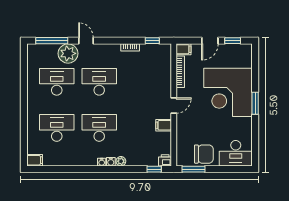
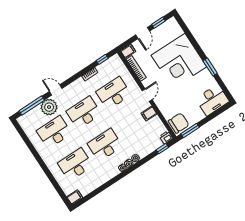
desk: (142, 82) -> (114, 93), added
window: (255, 103) -> (210, 67), moved
chair: (204, 154) -> (179, 123), moved

